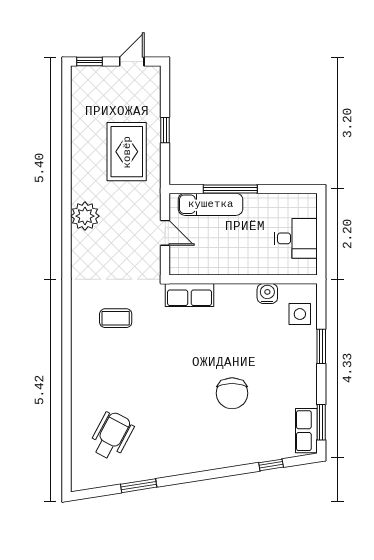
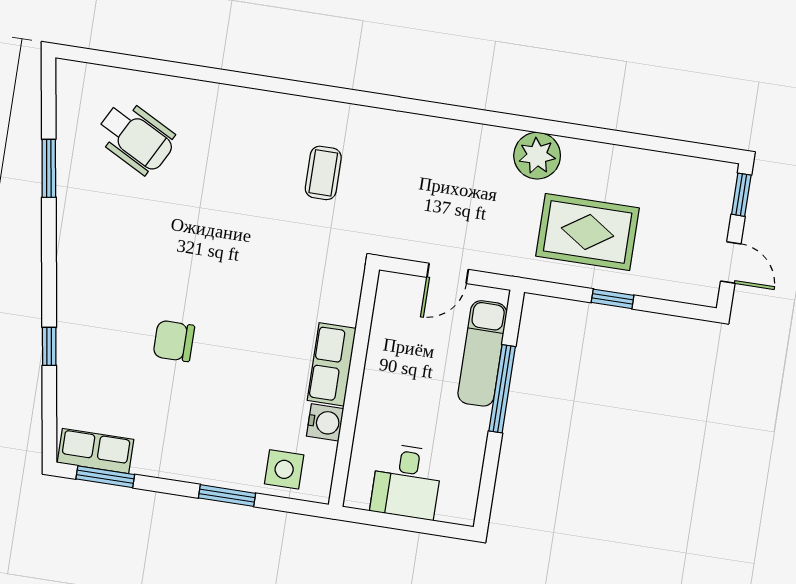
plant: (85, 216) -> (537, 156), moved
row of seats: (189, 295) -> (332, 364), moved
chair: (232, 393) -> (174, 341), width x0.73, depth x0.73
window: (271, 465) -> (49, 346), moved

